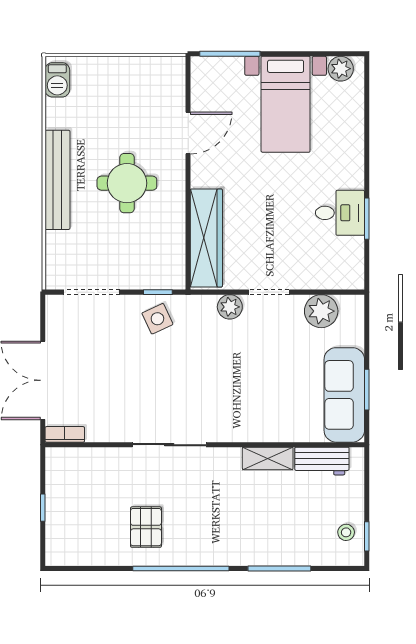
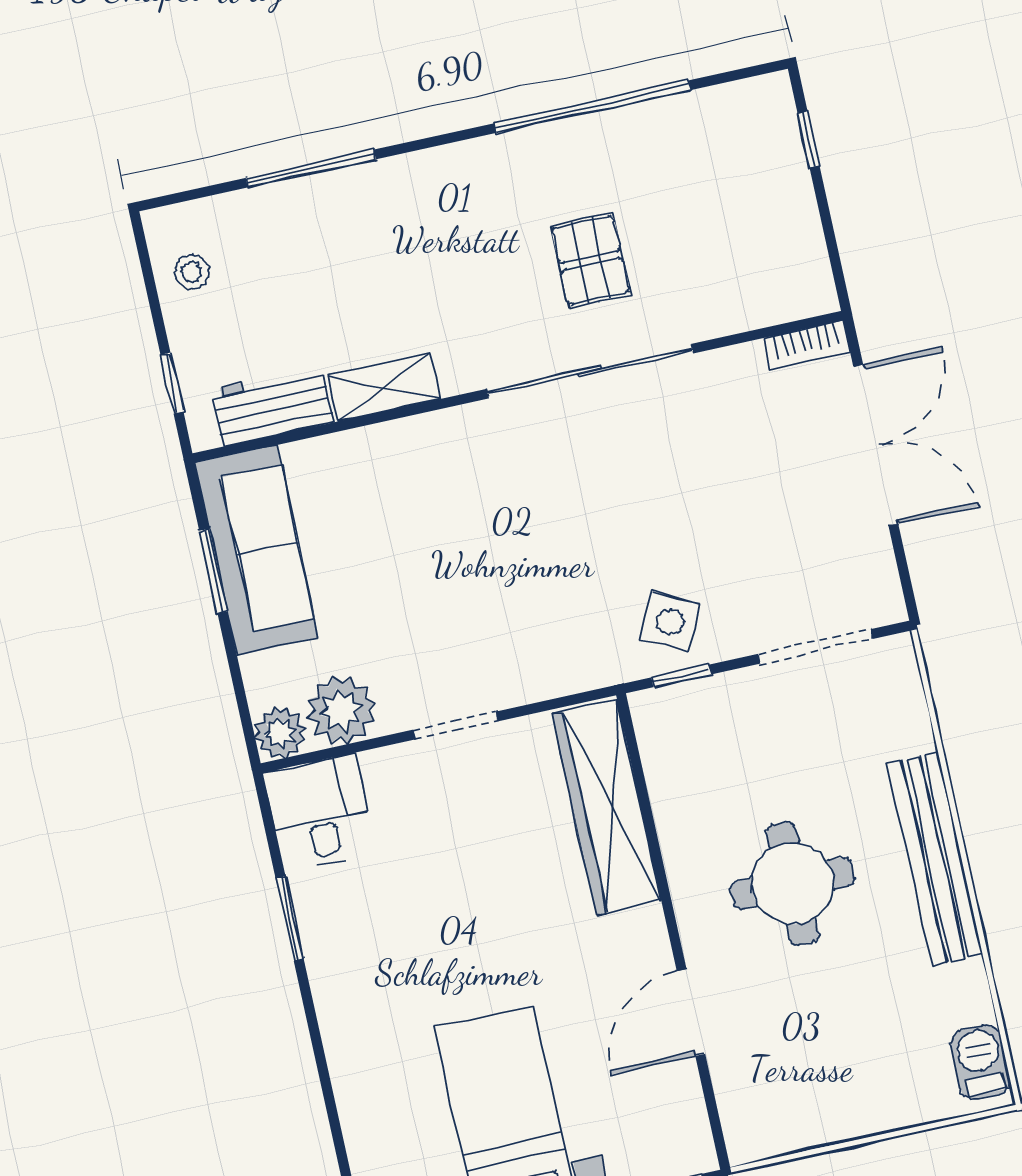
desk: (340, 213) -> (320, 812), moved, turned 90
plant: (230, 307) -> (280, 733), moved
side table: (157, 319) -> (670, 622), turned -37
sliding door: (169, 445) -> (590, 371), width x1.36
window: (43, 508) -> (809, 139), moved
pallet: (146, 527) -> (591, 260), moved
window: (367, 536) -> (172, 383), moved
window: (181, 569) -> (592, 107), moved

